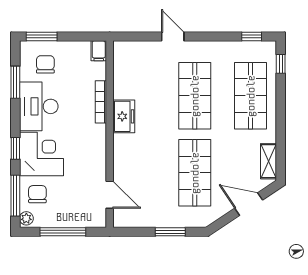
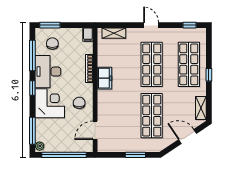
door: (173, 37) -> (151, 25), moved
shelving: (138, 49) -> (114, 33), added
window: (281, 64) -> (209, 75), moved
window: (15, 82) -> (32, 55), width x1.44
window: (15, 148) -> (32, 88), moved
chair: (37, 194) -> (79, 103), moved
door: (110, 195) -> (95, 130), swing flipped
window: (63, 232) -> (64, 155), width x1.46

